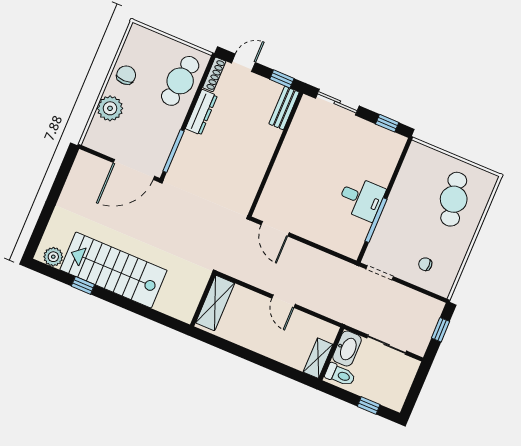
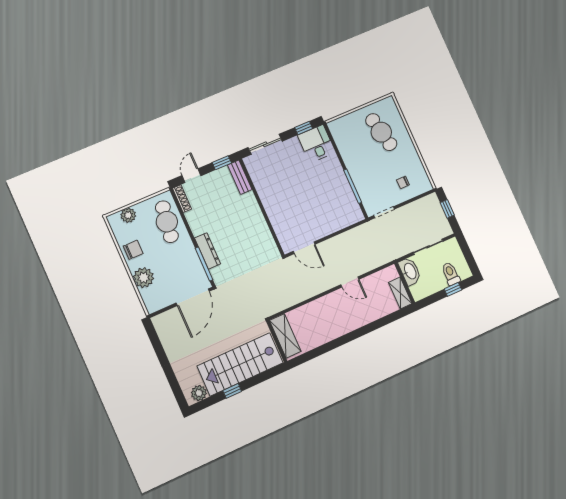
plant: (153, 41) -> (128, 215), added
chair: (126, 75) -> (133, 250), turned 90
dresser: (201, 112) -> (208, 251), moved
desk: (361, 198) -> (316, 144), moved, turned -90
wall: (203, 300) -> (277, 341), moved
shelving: (215, 303) -> (285, 336), moved
toilet: (340, 375) -> (451, 274), moved, turned -90

